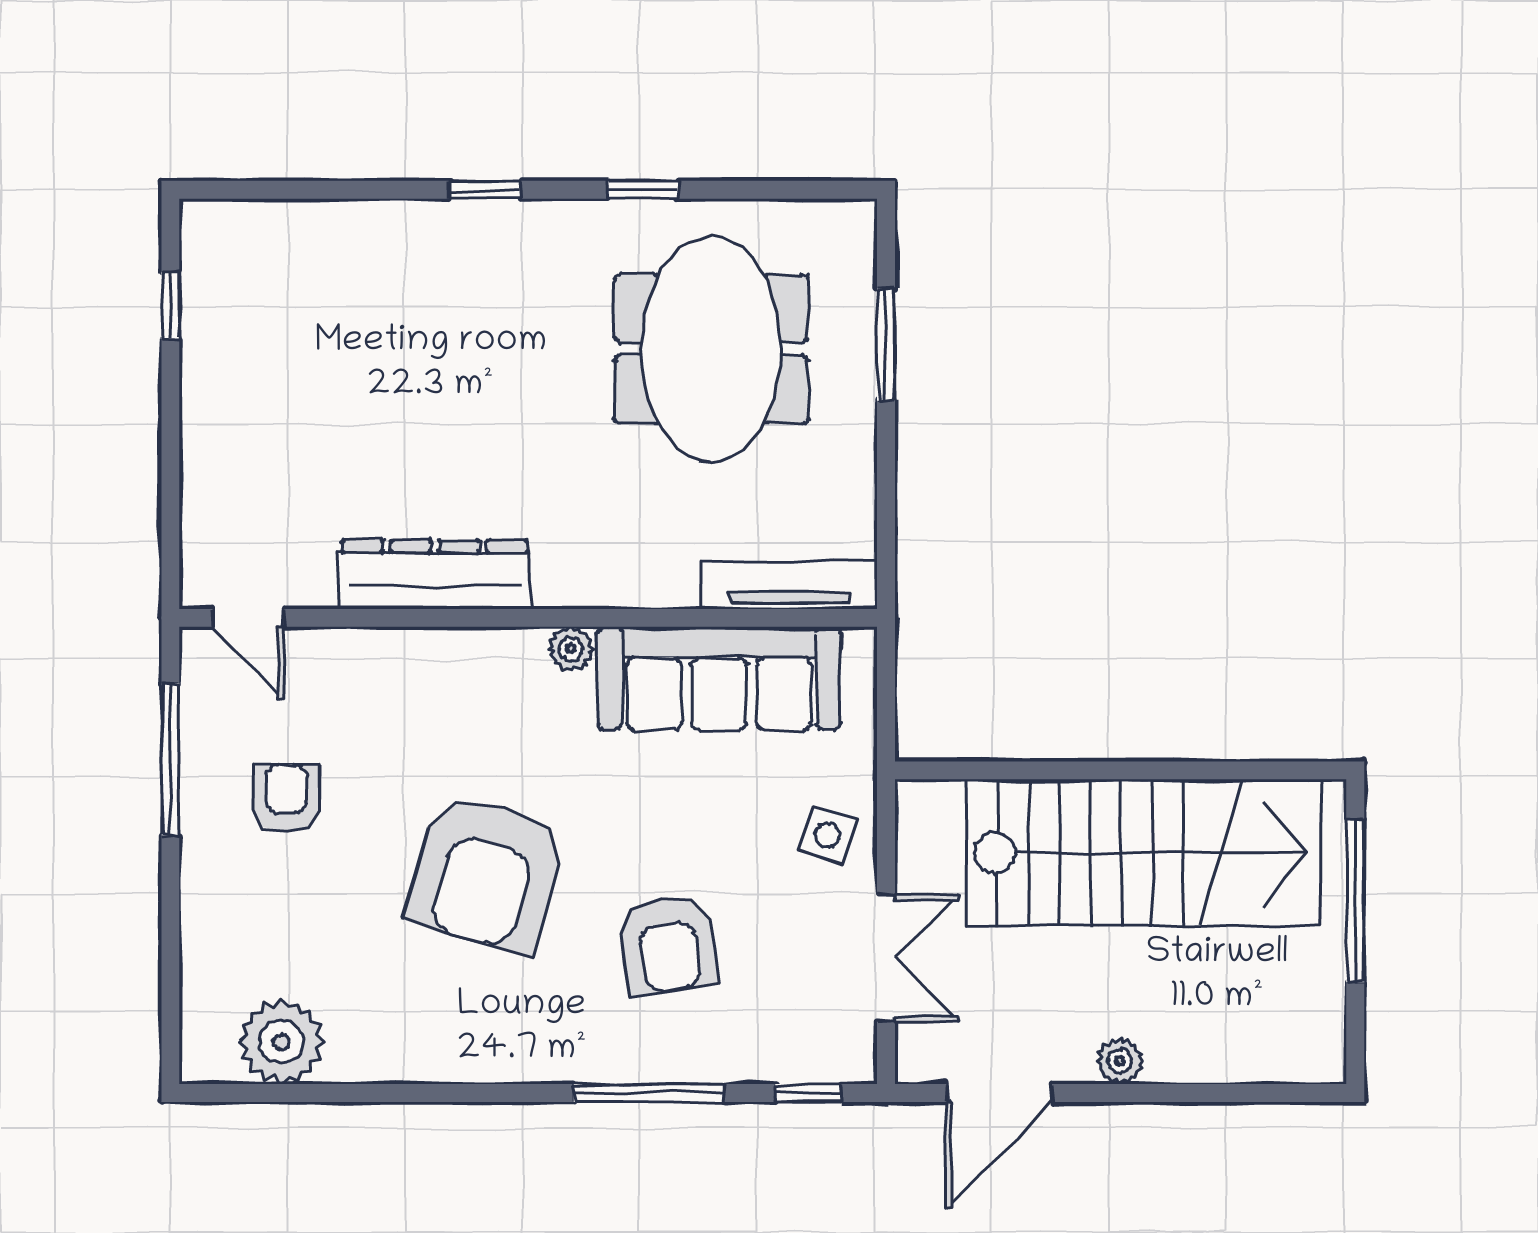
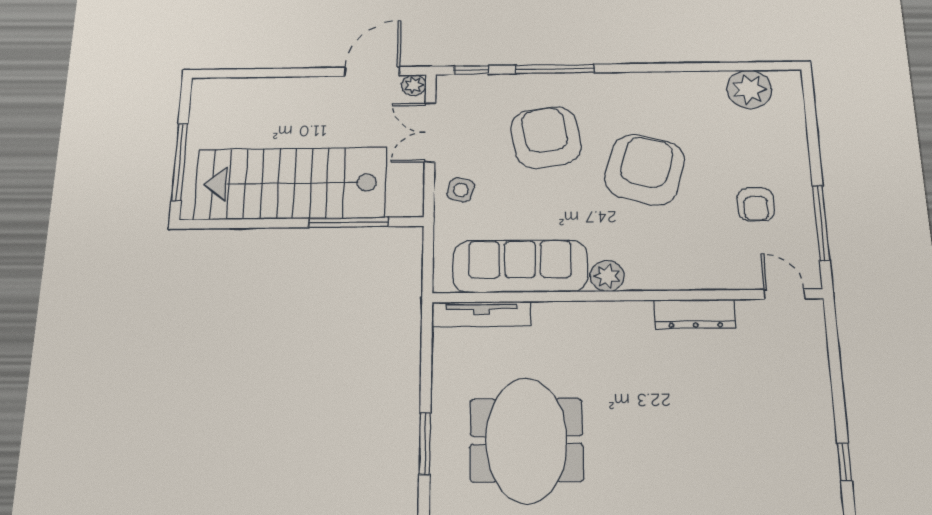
dresser: (435, 575) -> (695, 314), width x0.73, depth x0.80
plant: (571, 649) -> (607, 276), width x1.38, depth x1.38
window: (1033, 770) -> (349, 222), added
armchair: (668, 944) -> (546, 137), width x1.36, depth x1.36
plant: (1120, 1061) -> (414, 85), moved

